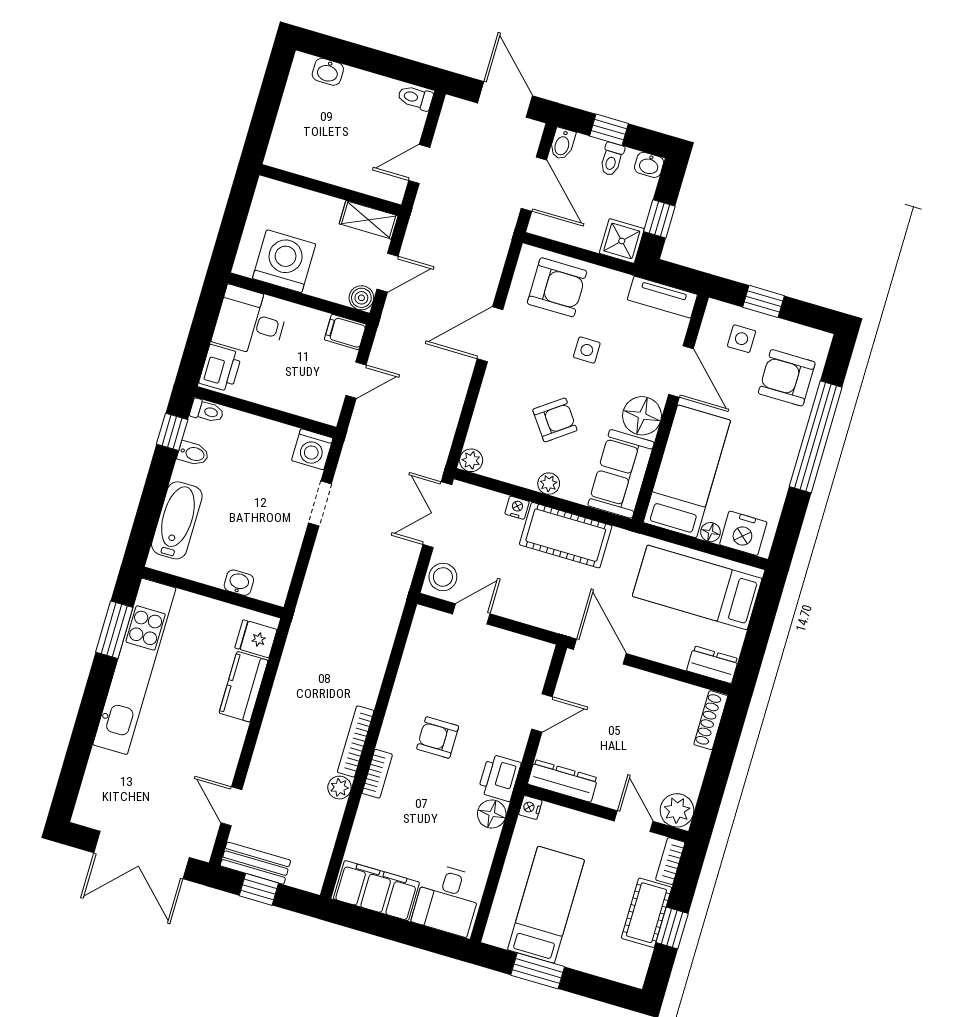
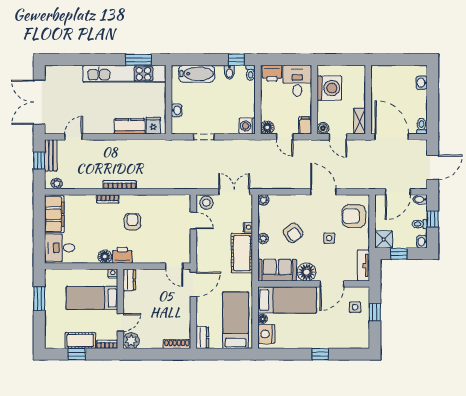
door: (419, 164) -> (392, 137), width x1.88
armchair: (557, 287) -> (354, 216), turned 90
armchair: (787, 378) -> (343, 333), removed
floor lamp: (327, 410) -> (267, 127), added
window: (816, 437) -> (320, 354), width x0.32
doorway: (320, 504) -> (204, 137), moved
door: (542, 713) -> (174, 266), moved
dresser: (563, 781) -> (129, 280), width x0.70
plant: (339, 788) -> (57, 184), moved
bed: (546, 905) -> (92, 298), moved, turned 180

